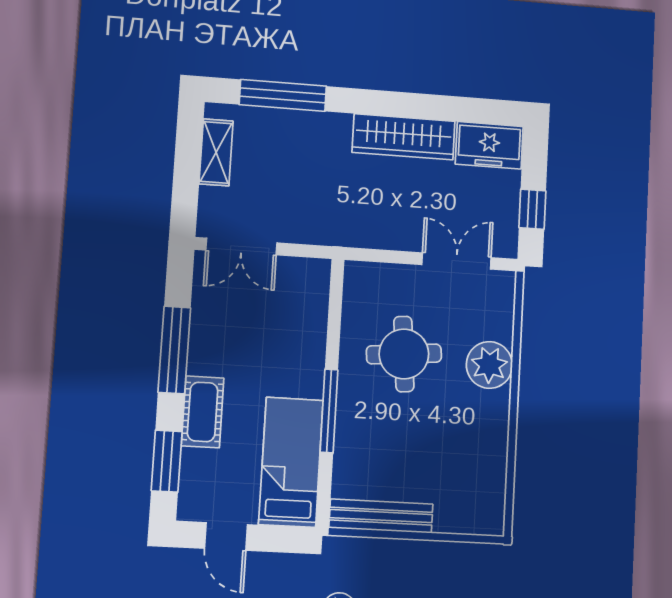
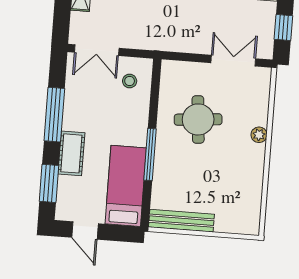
stool: (294, 295) -> (130, 81), added
plant: (489, 365) -> (259, 135), width x0.53, depth x0.53

